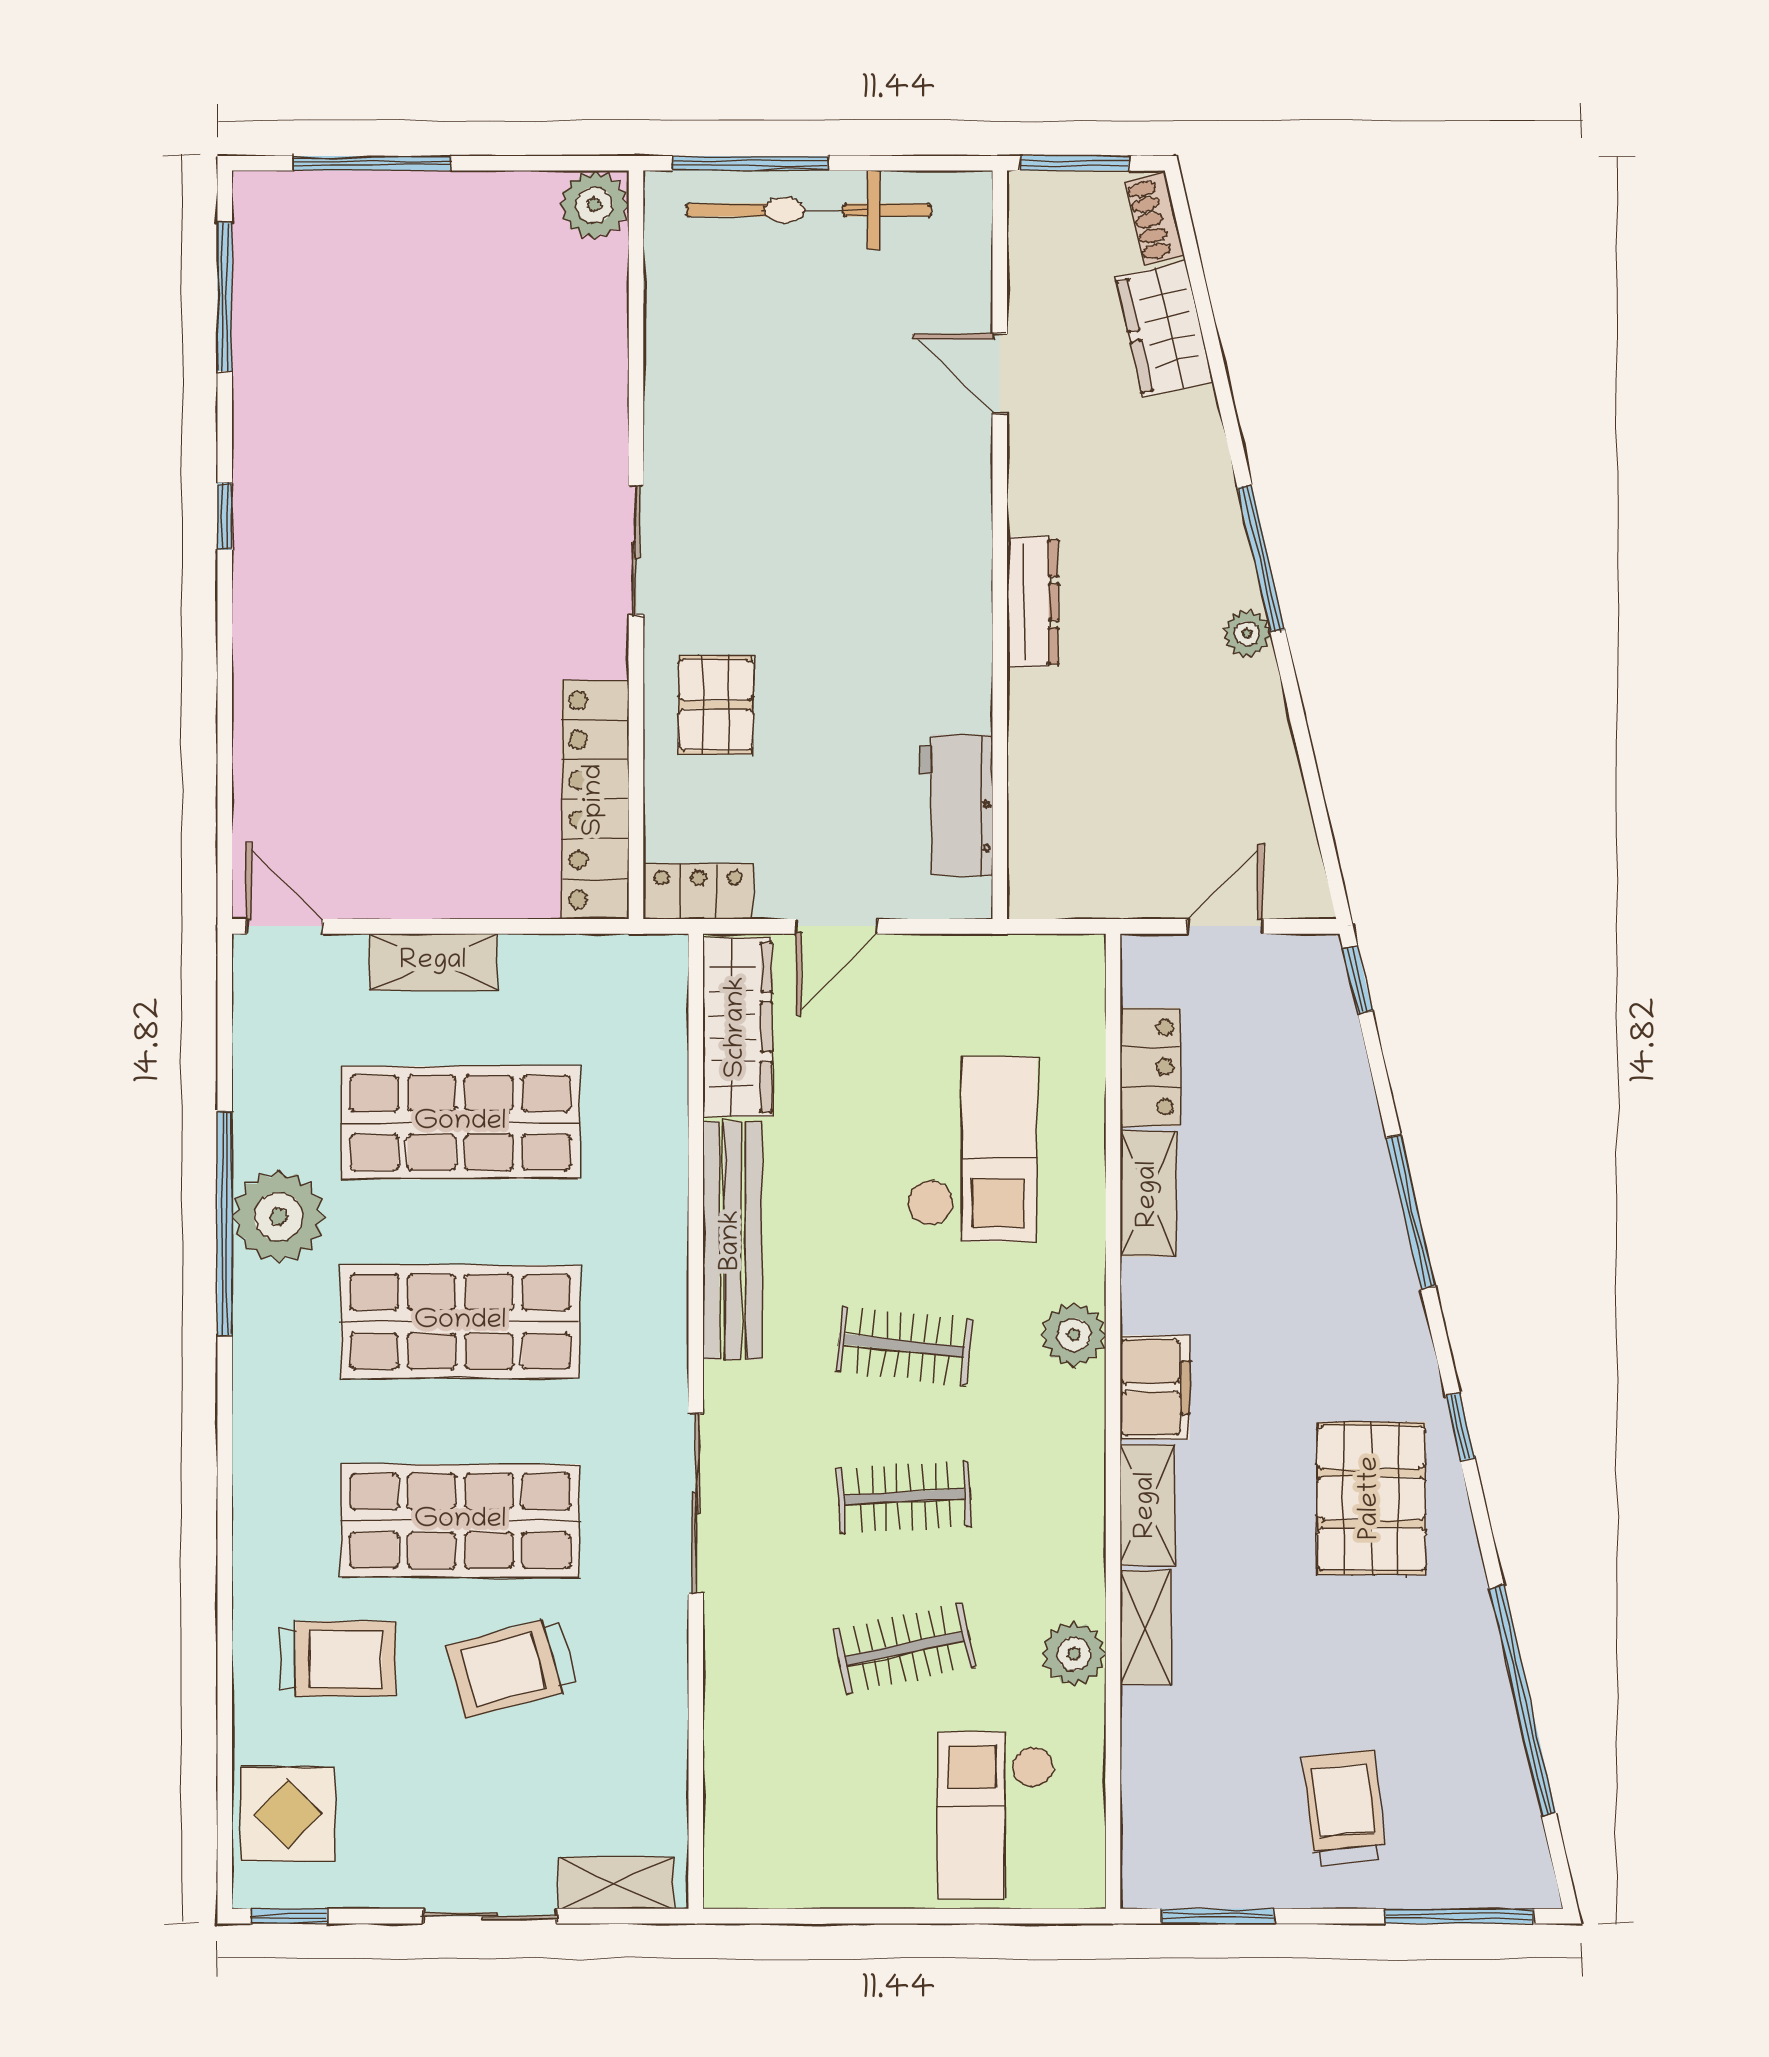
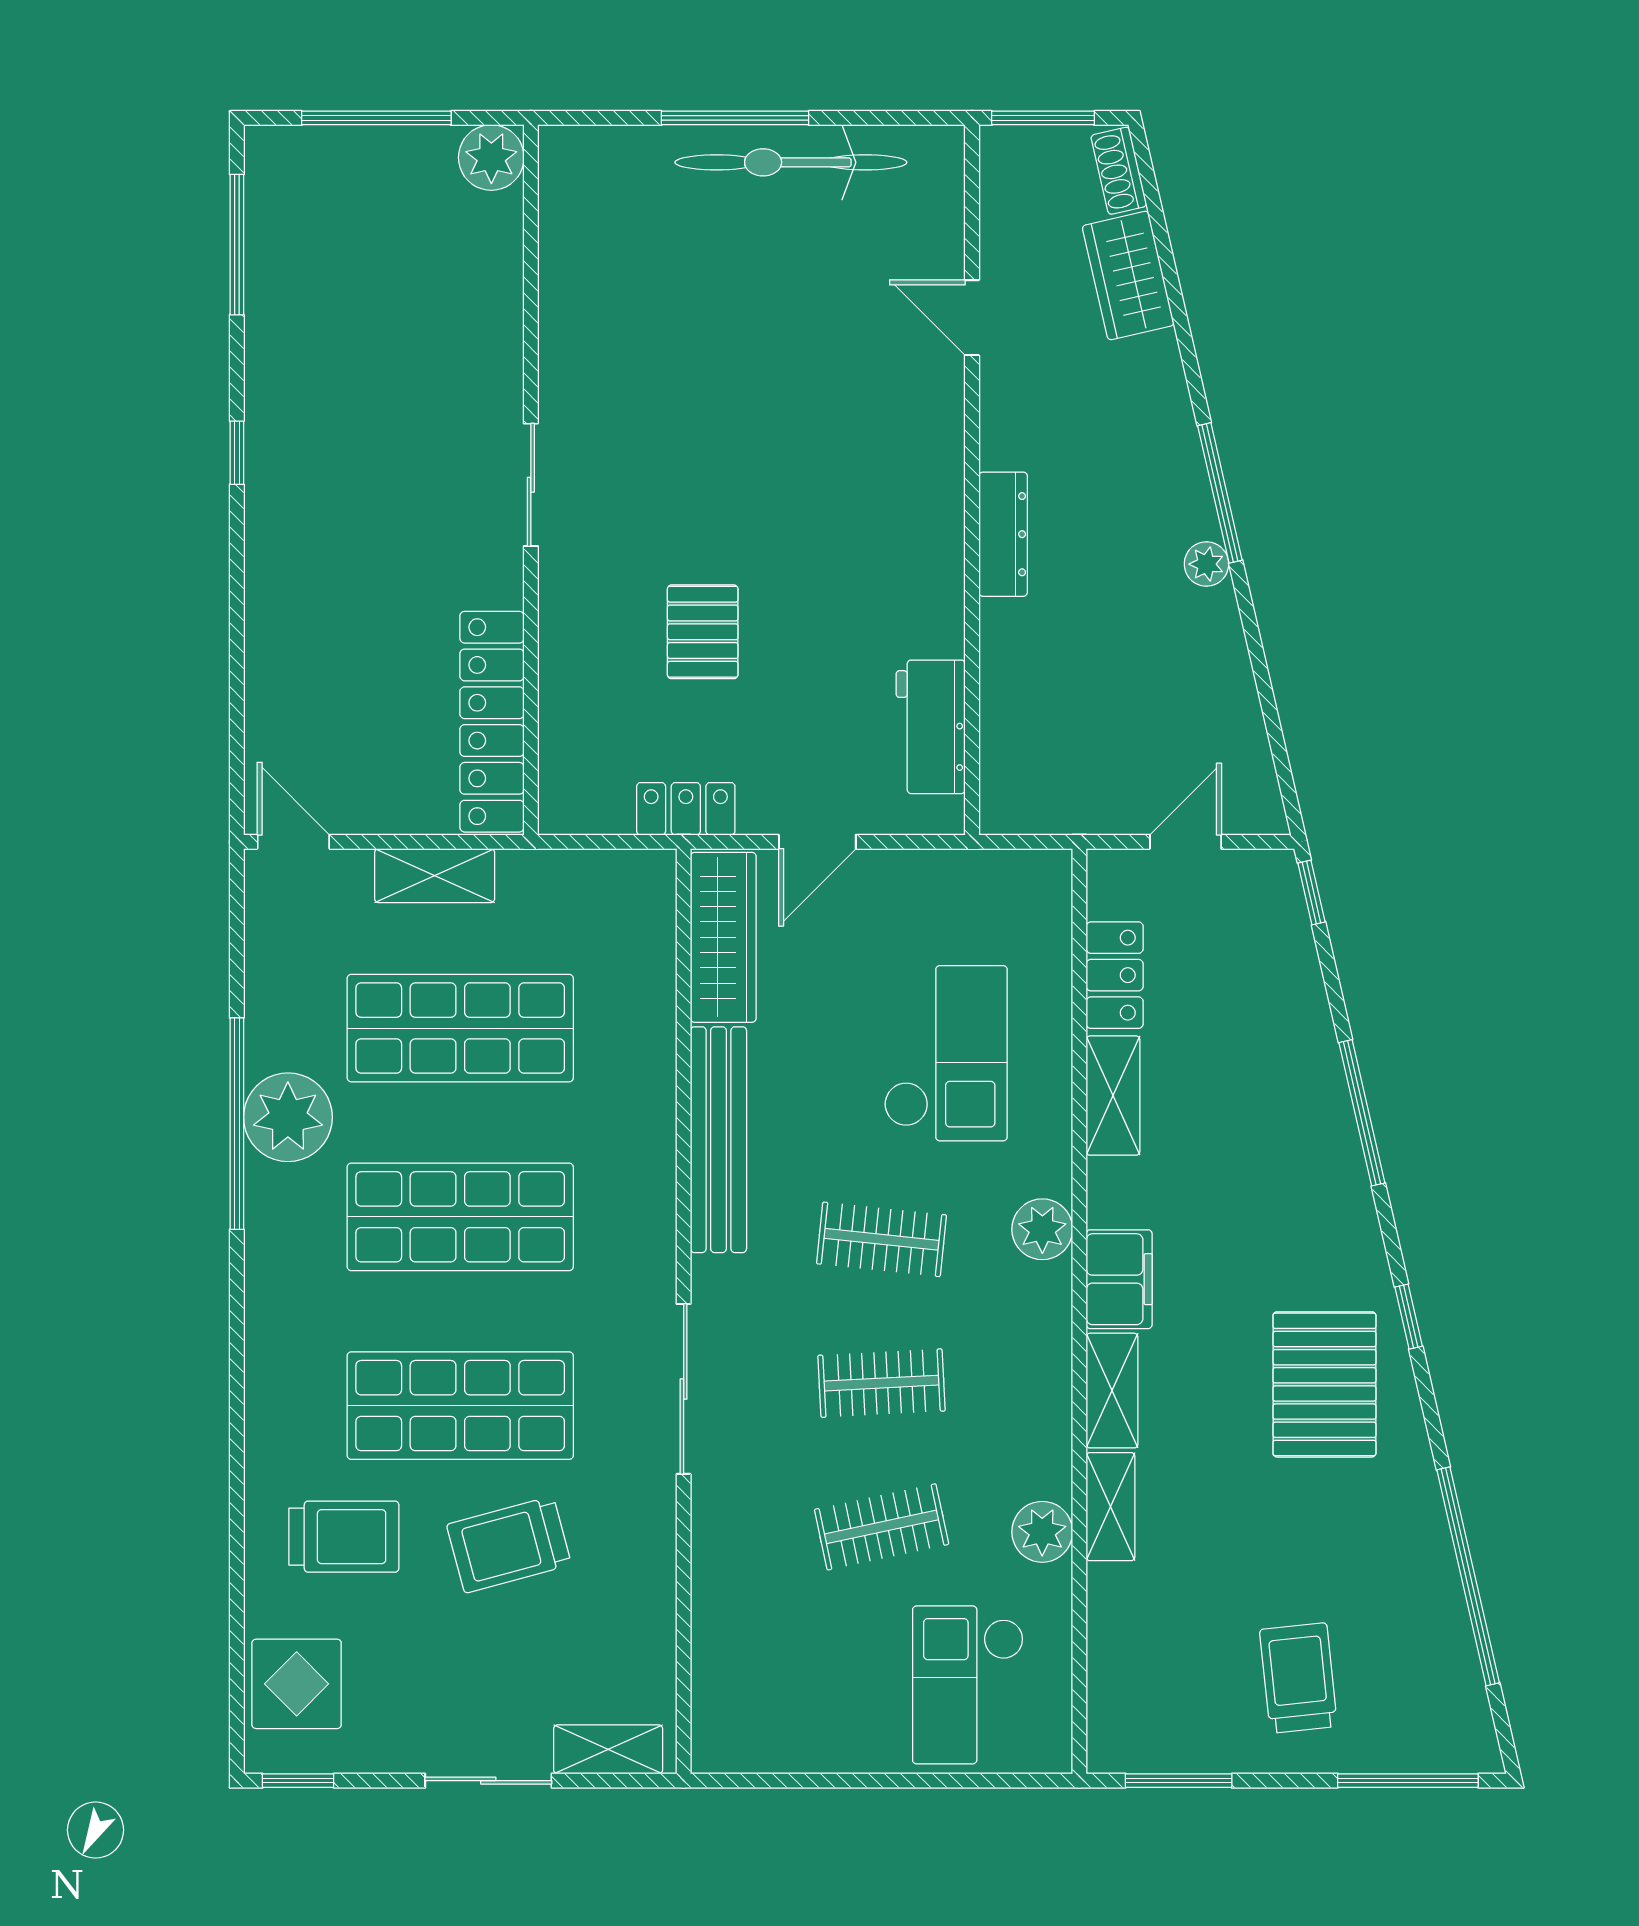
plant: (594, 205) -> (491, 158), moved
wall: (636, 545) -> (531, 480), moved
sliding door: (636, 550) -> (531, 485), moved
locker: (595, 800) -> (492, 722), moved

